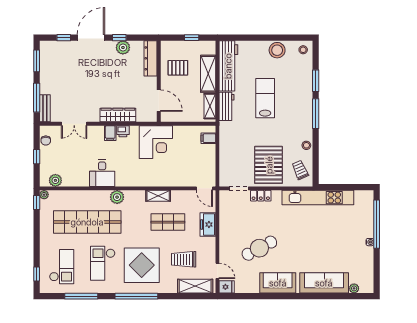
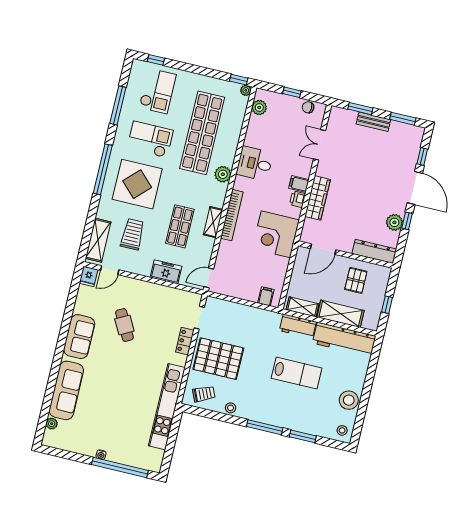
window: (37, 98) -> (360, 109), width x0.69
bench: (45, 108) -> (373, 122), moved
bookcase: (149, 182) -> (232, 215), added
cafe table: (259, 248) -> (124, 325), width x0.73, depth x0.74
checkout: (62, 267) -> (158, 91), turned -90

